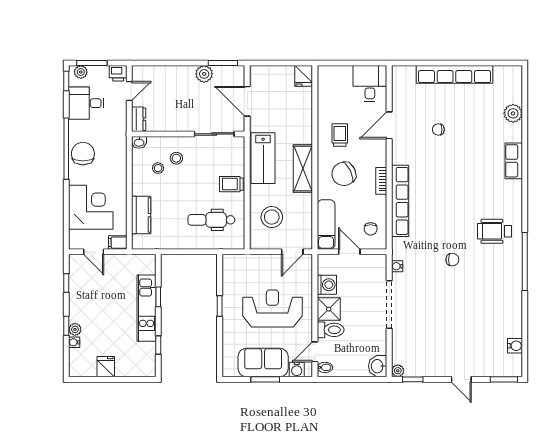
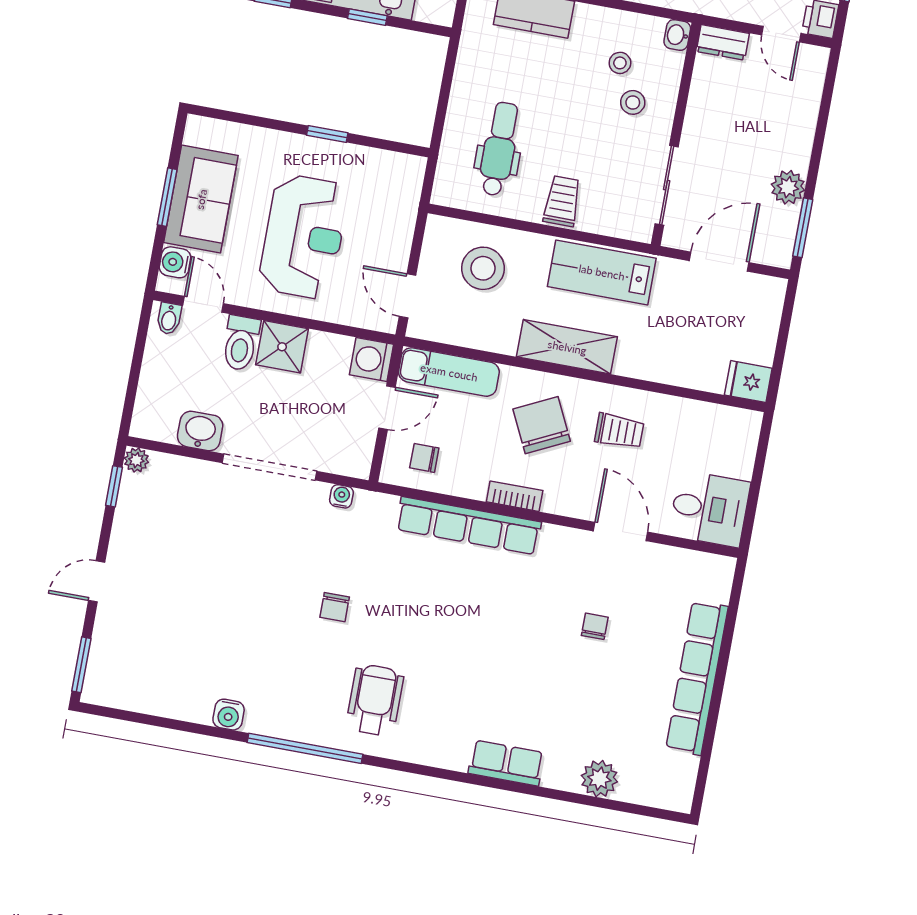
washing machine: (327, 285) -> (372, 360), moved, turned 90
water cooler: (515, 346) -> (229, 715), moved
washbasin: (378, 366) -> (200, 431), moved

